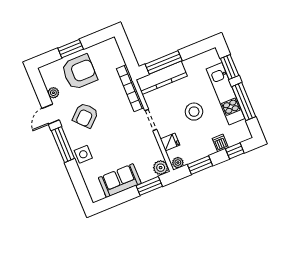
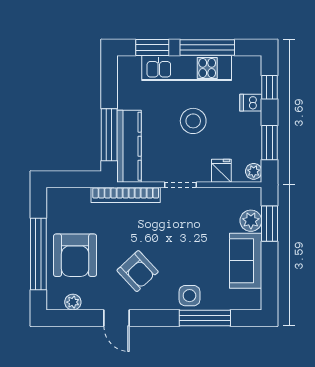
window: (71, 49) -> (38, 254), width x2.11
armchair: (79, 72) -> (75, 255), turned 180
plant: (53, 93) -> (73, 302), moved
window: (63, 145) -> (205, 318), moved
plant: (161, 168) -> (251, 221), moved

